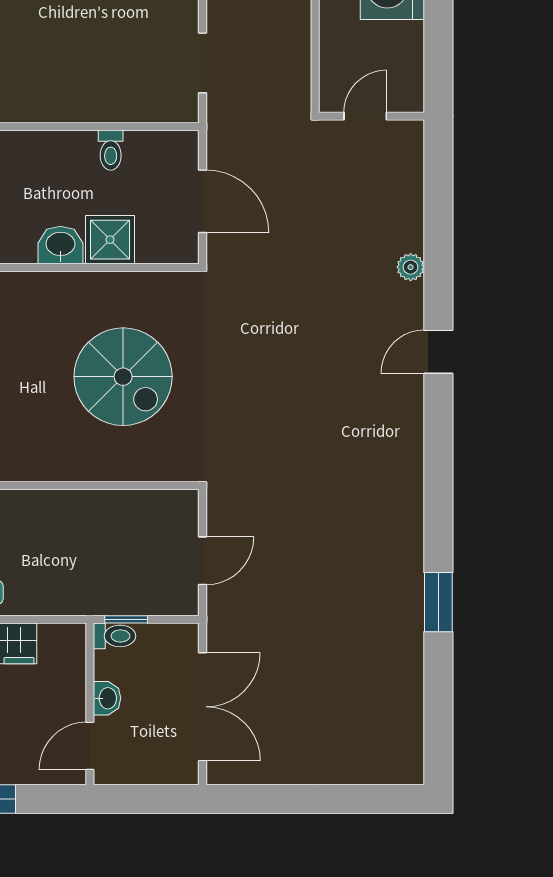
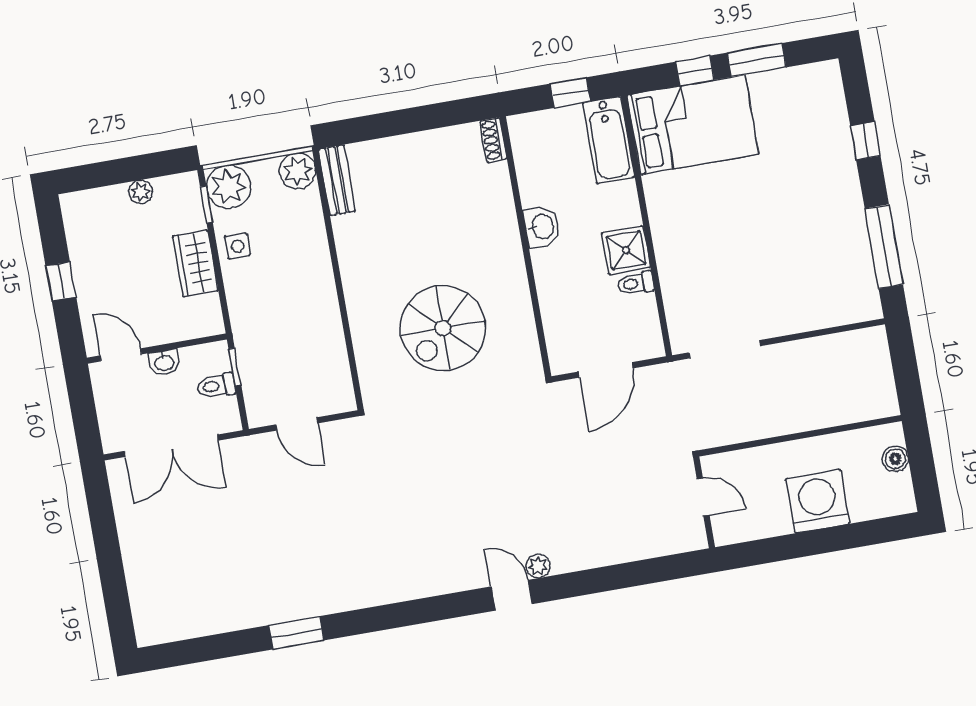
doorway: (203, 63) -> (725, 349), width x1.38
shower: (110, 240) -> (626, 250), moved
washbasin: (60, 245) -> (542, 227), moved
plant: (411, 267) -> (538, 566), moved
toilet: (115, 636) -> (216, 386), moved, turned 90

